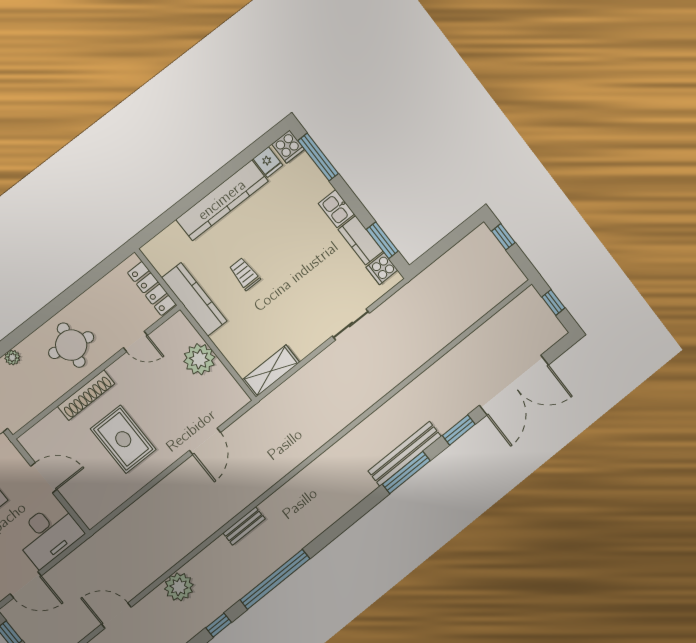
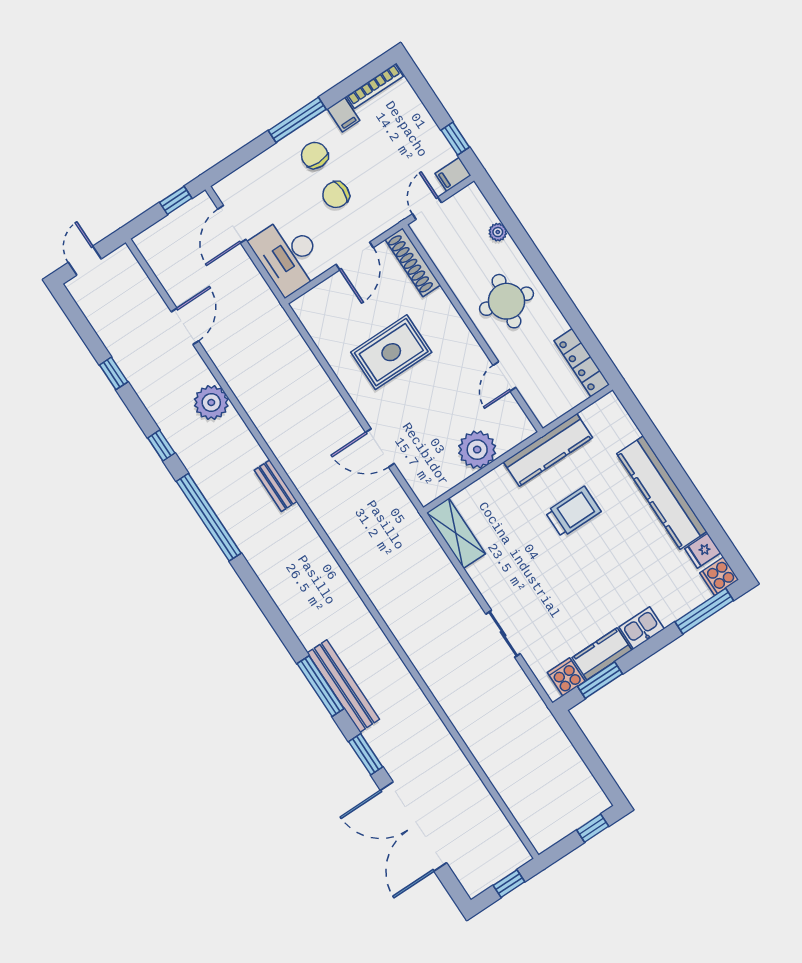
trolley: (245, 274) -> (573, 512), width x1.36, depth x1.39
locker: (152, 289) -> (582, 363), moved, turned -90
shoe rack: (86, 395) -> (413, 262), moved

